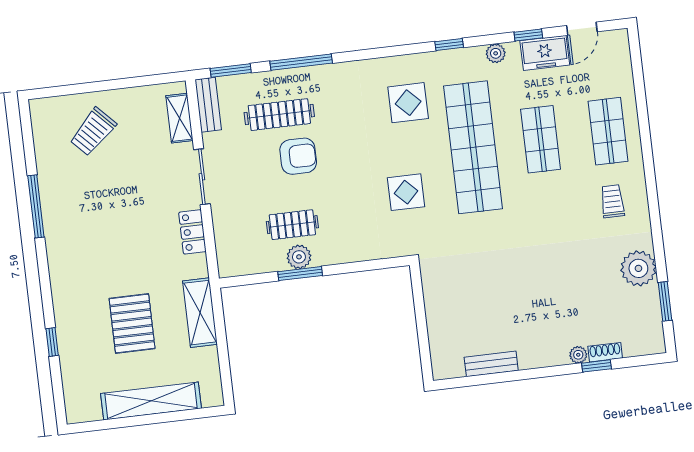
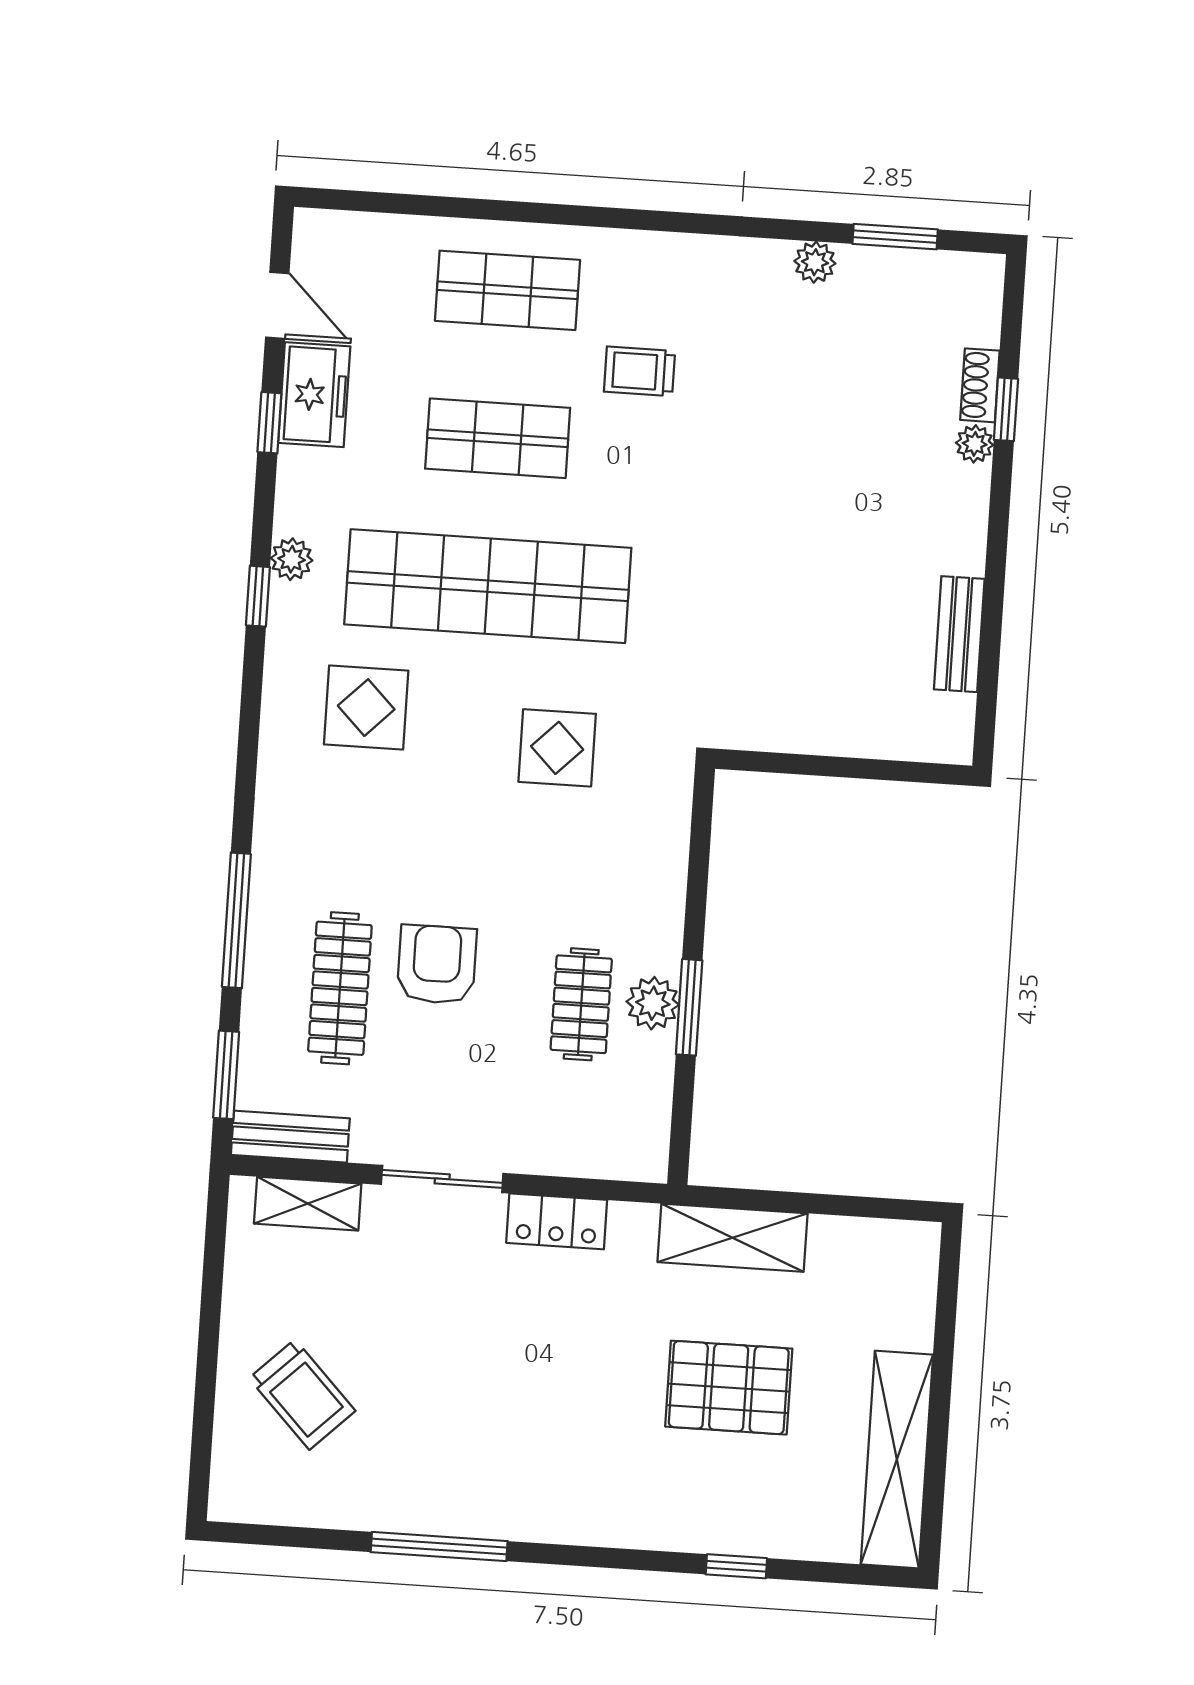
plant: (496, 53) -> (292, 559), moved
trolley: (612, 201) -> (639, 371), moved
plant: (638, 268) -> (815, 262), width x0.53, depth x0.53
shelving: (151, 401) -> (897, 1460), moved

